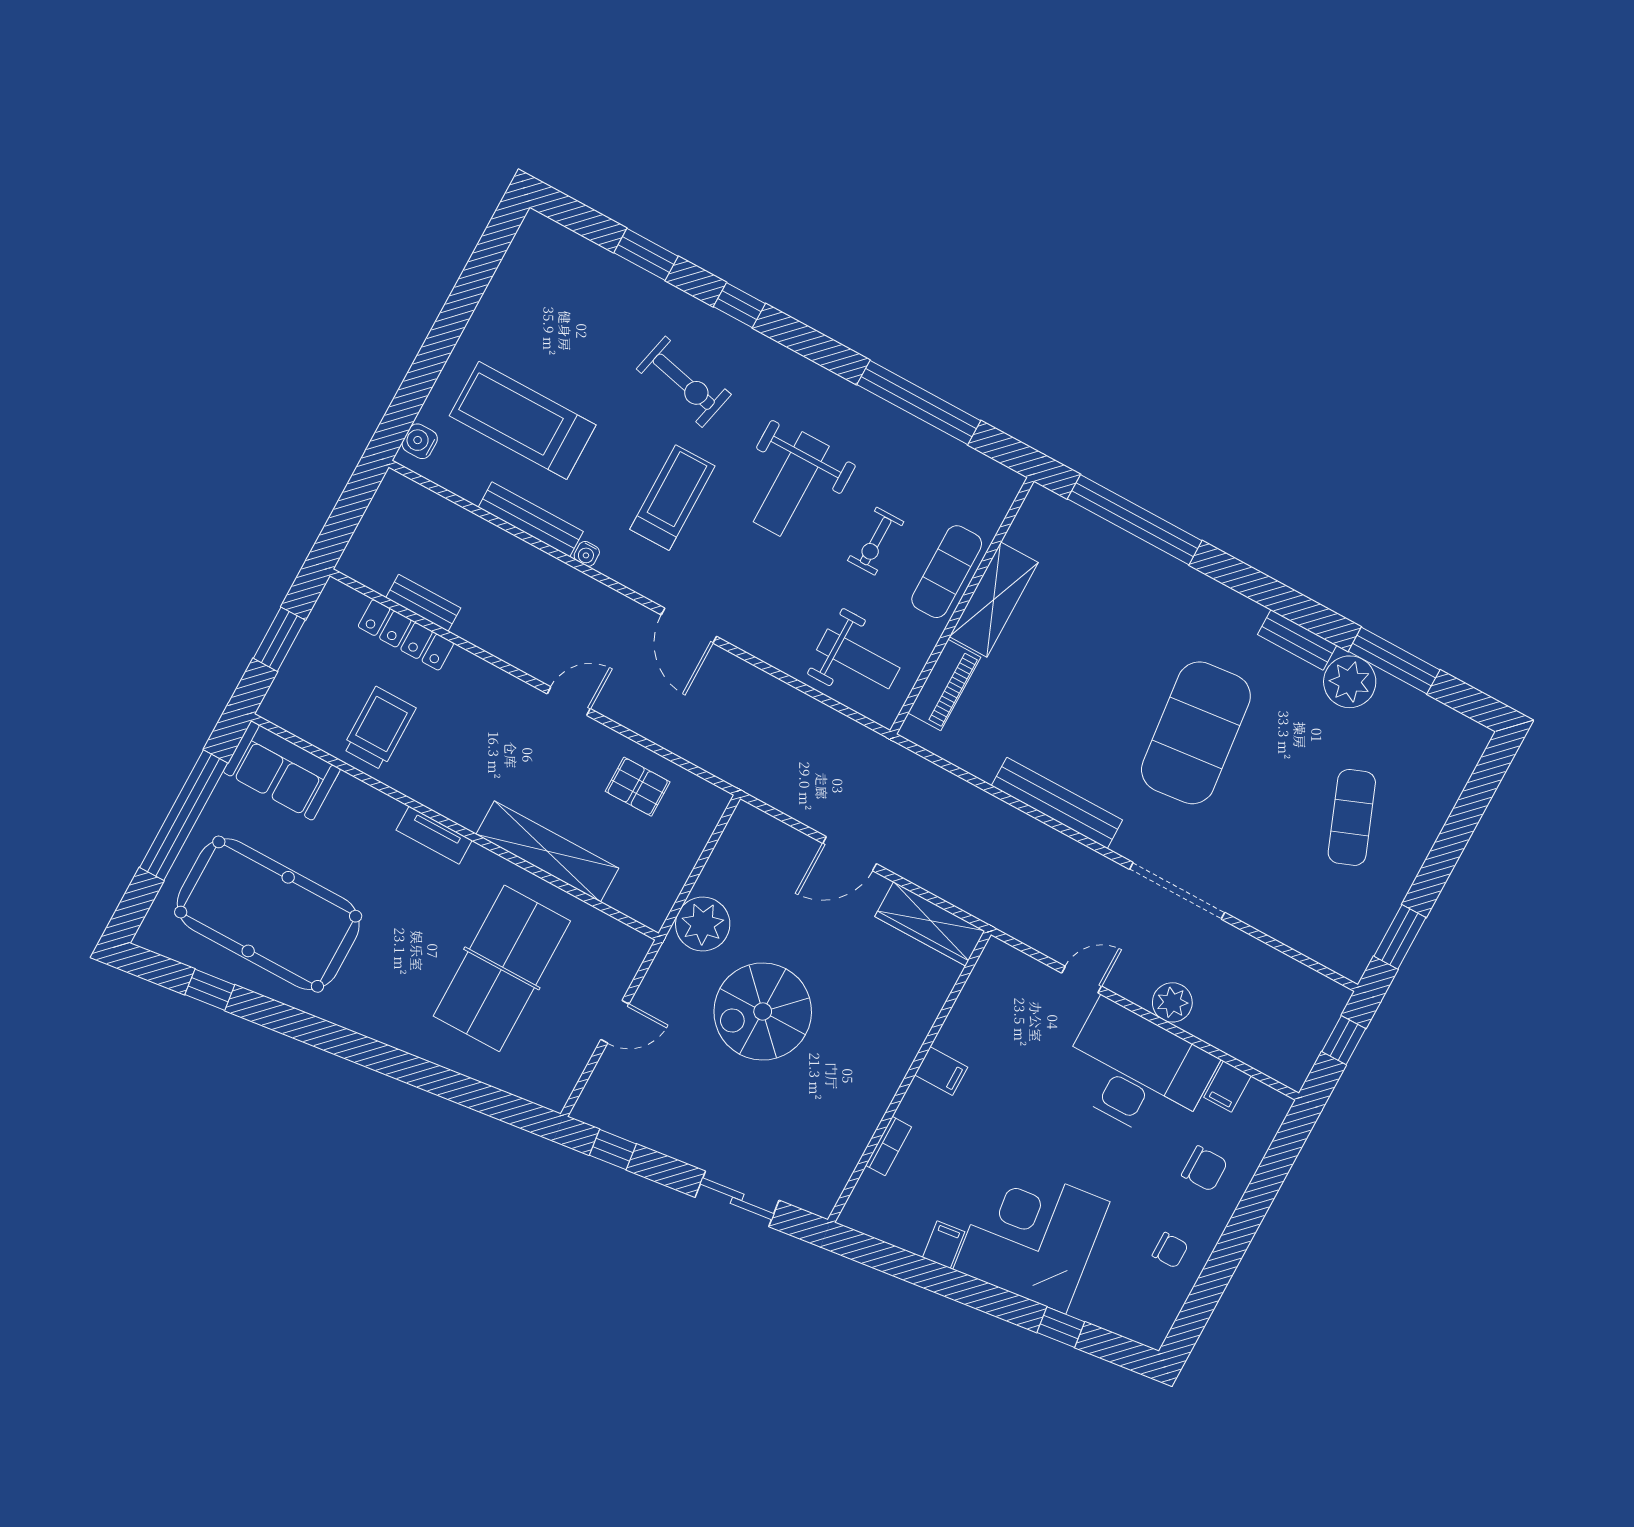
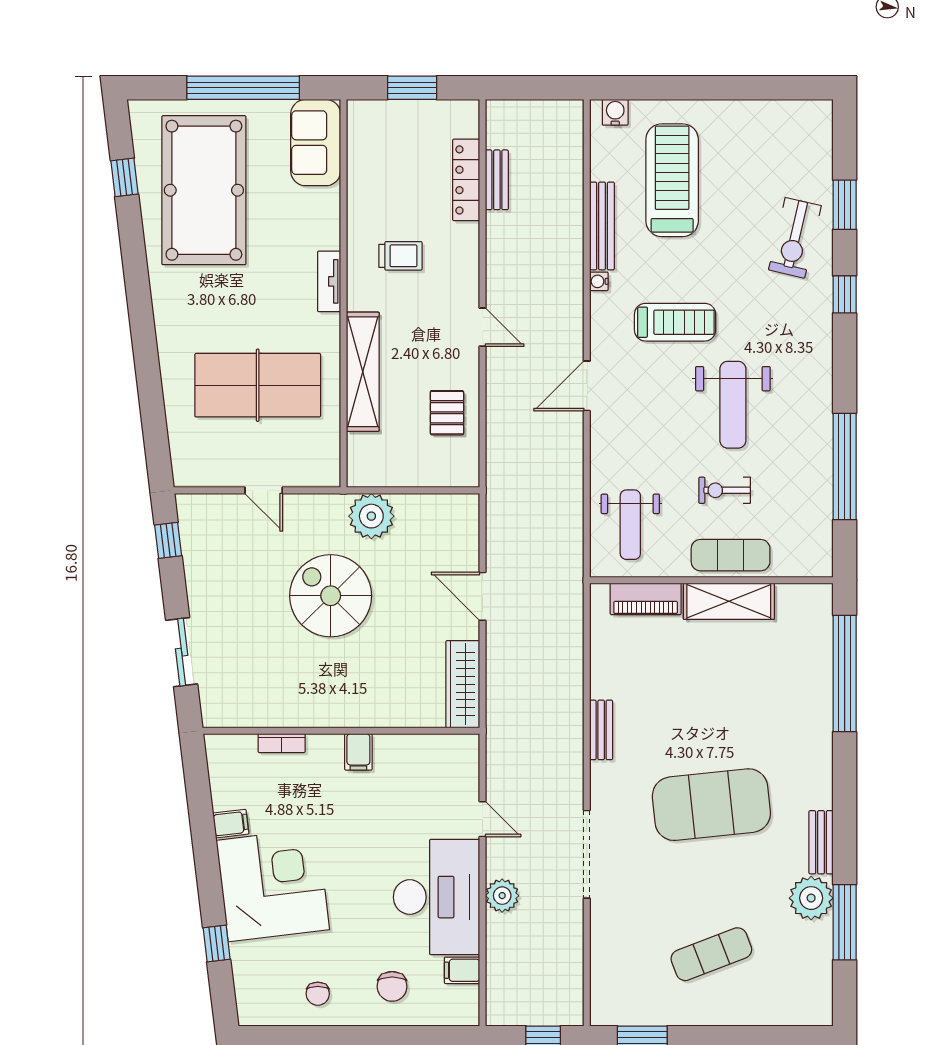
exercise bike: (684, 382) -> (795, 238), moved
weight bench: (791, 484) -> (733, 405), turned -90
trolley: (379, 728) -> (400, 256), moved, width x0.73, depth x0.72
bench: (1057, 803) -> (601, 730), width x0.54, depth x0.82

